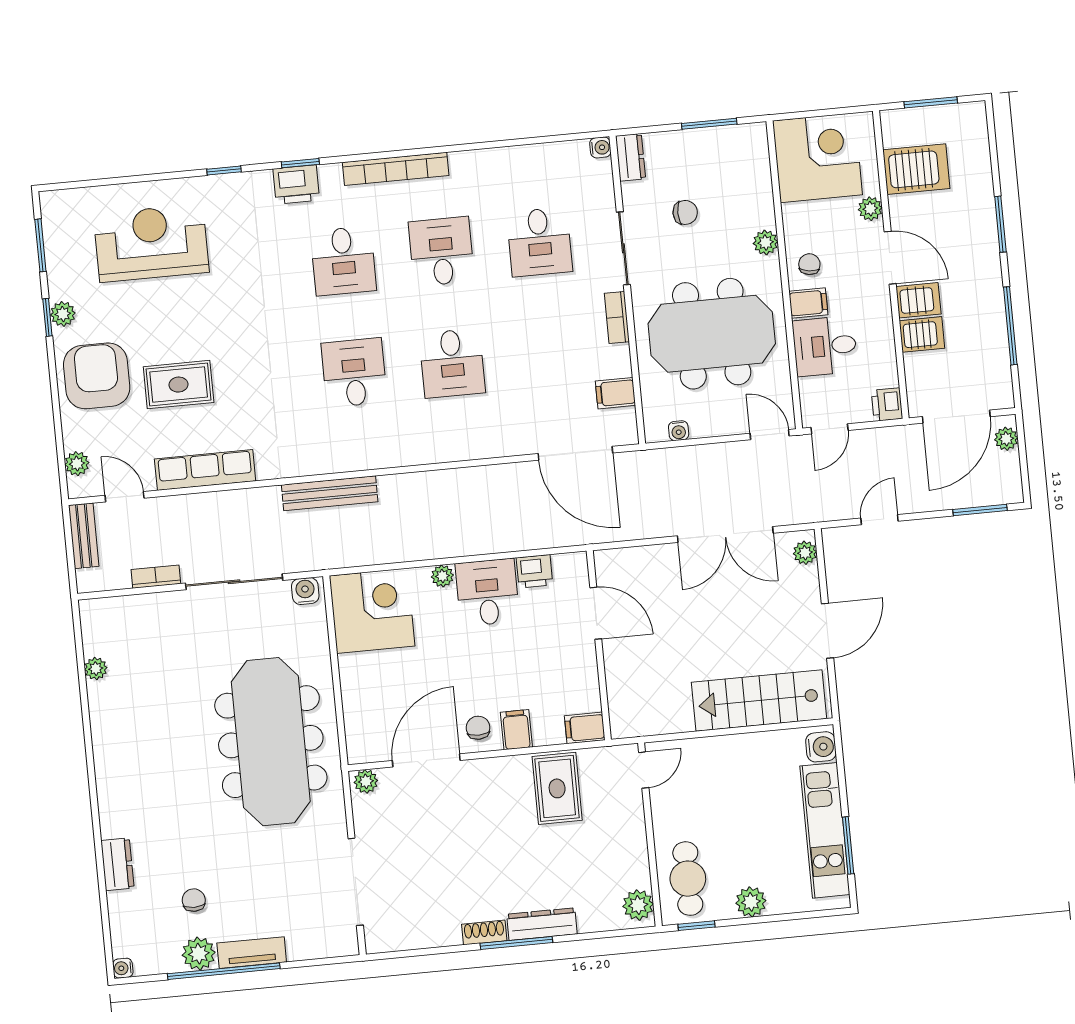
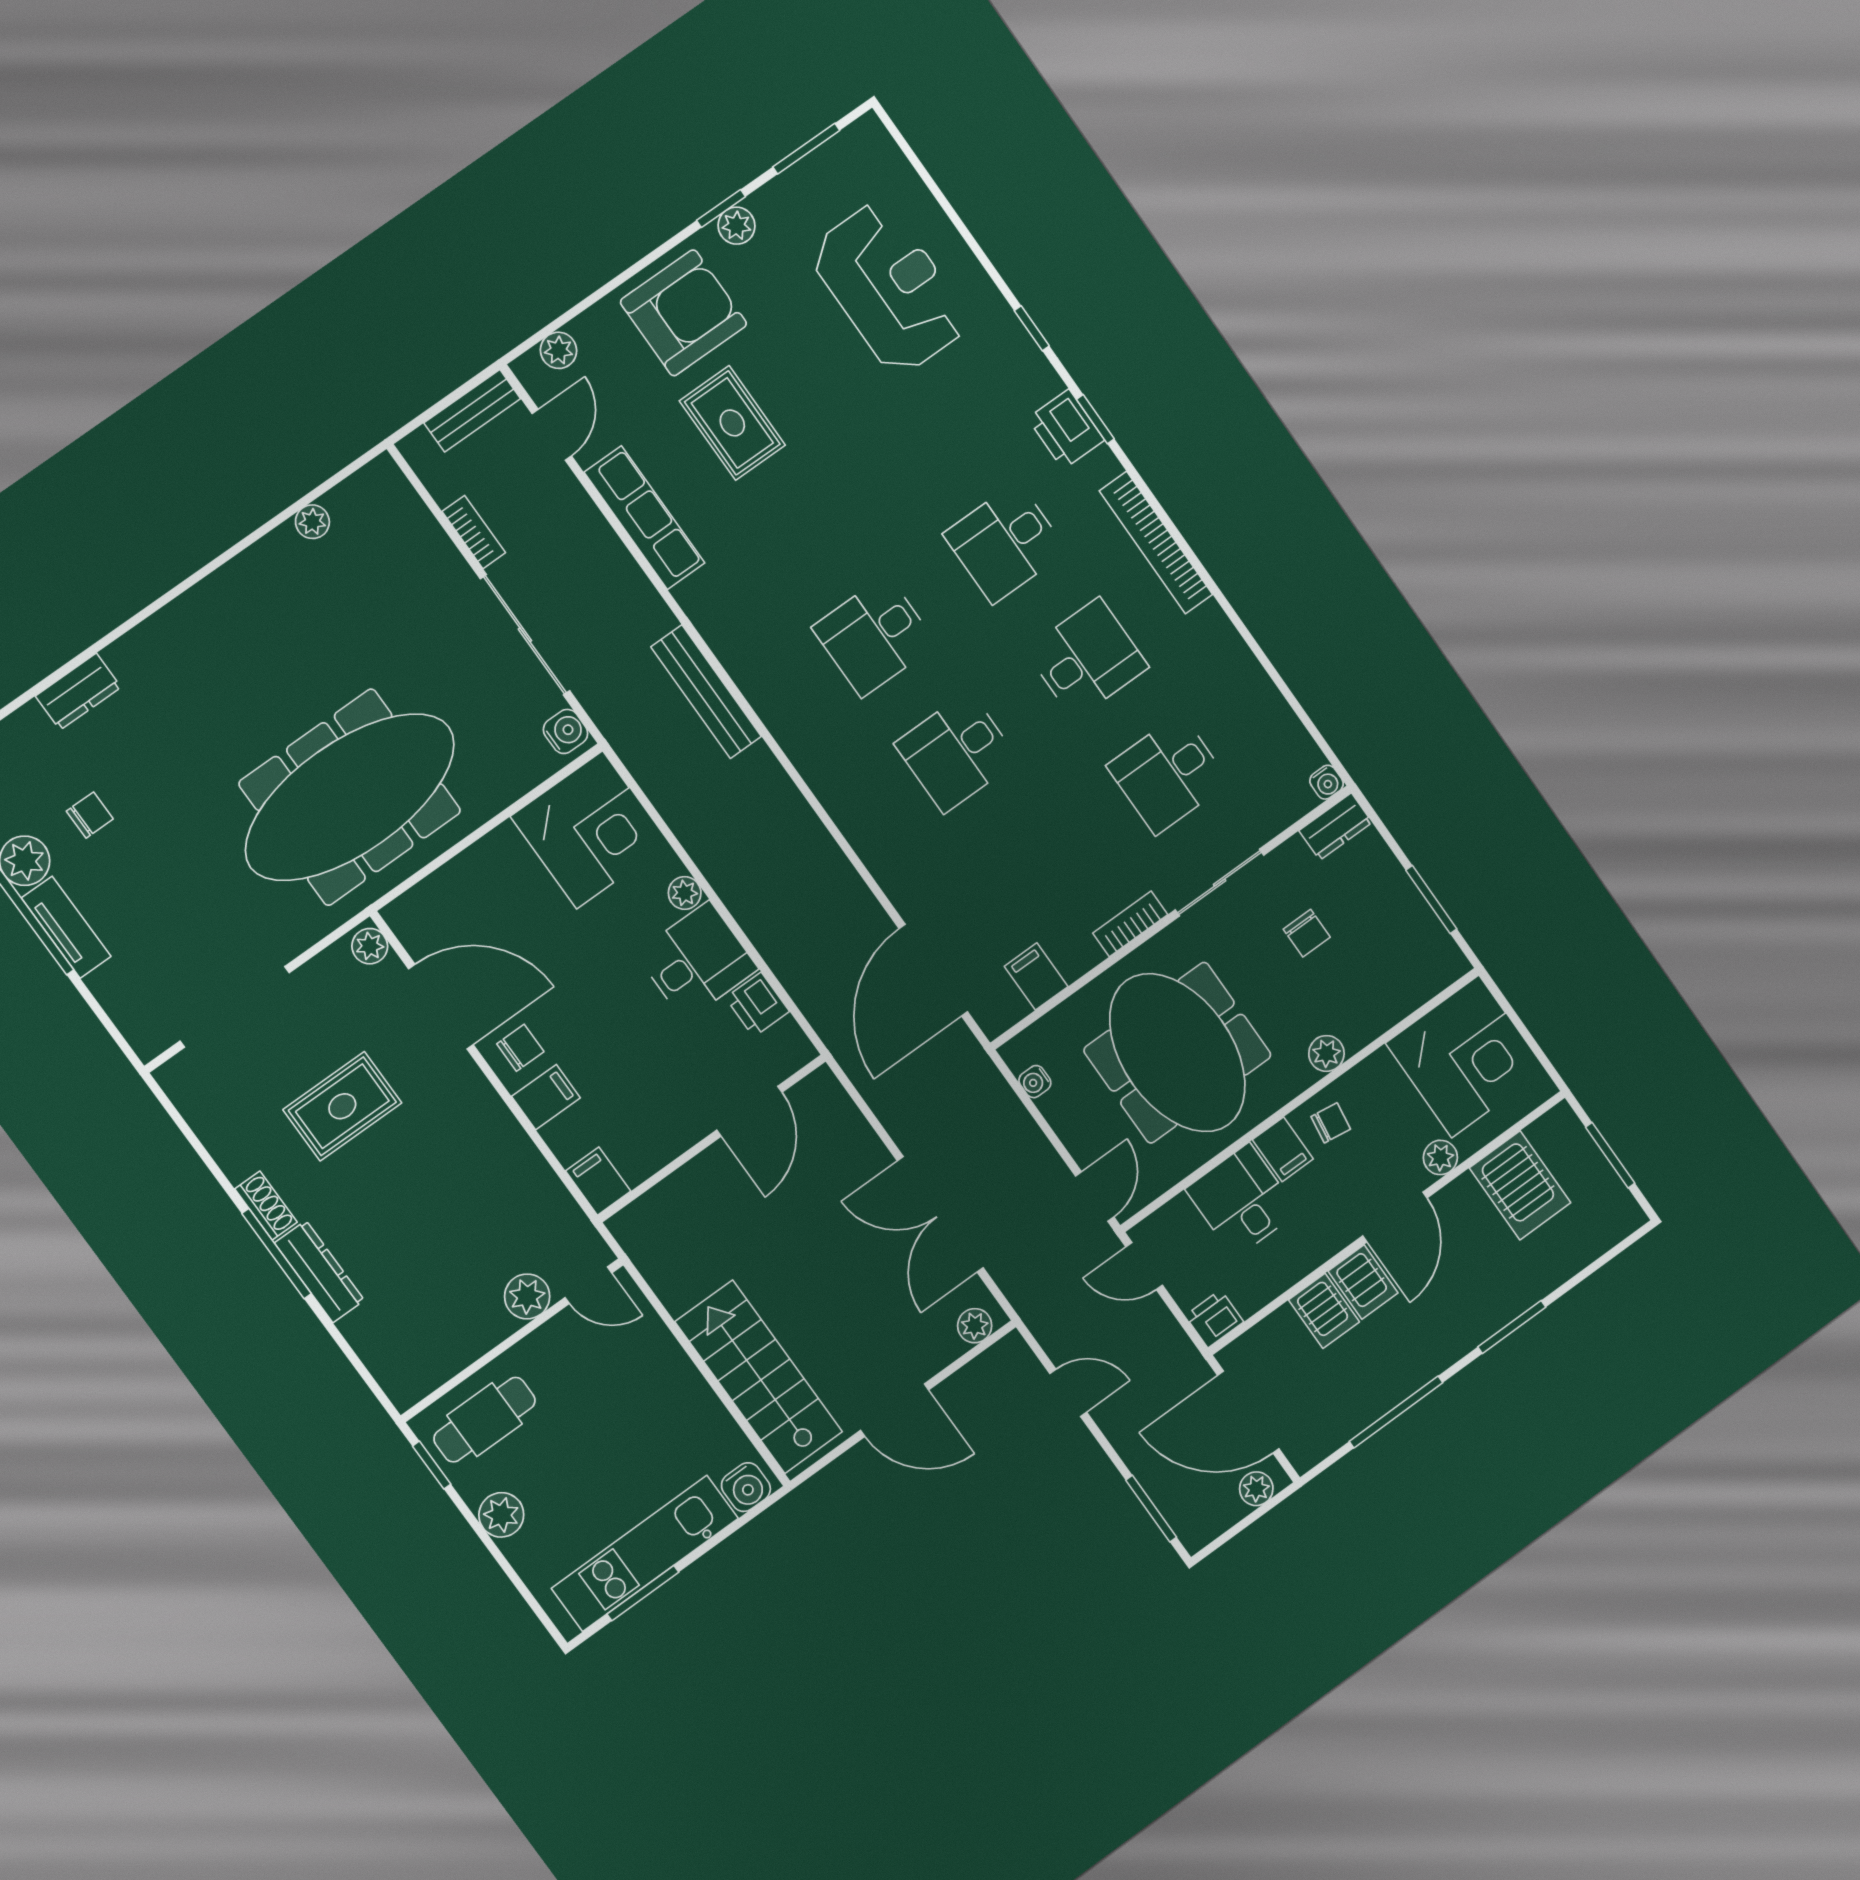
desk: (354, 373) -> (874, 636), turned 180
rug: (557, 788) -> (342, 1106), moved
plant: (638, 905) -> (527, 1296), moved

